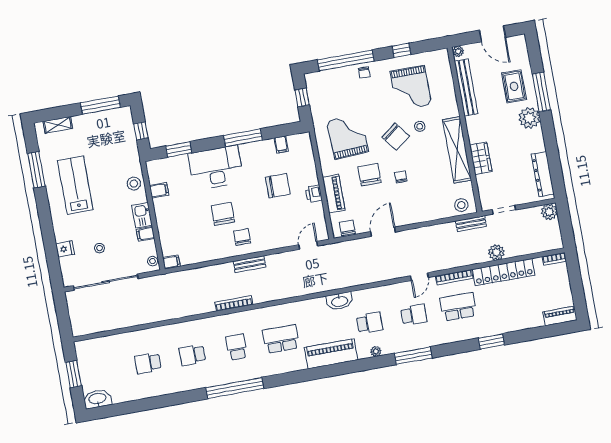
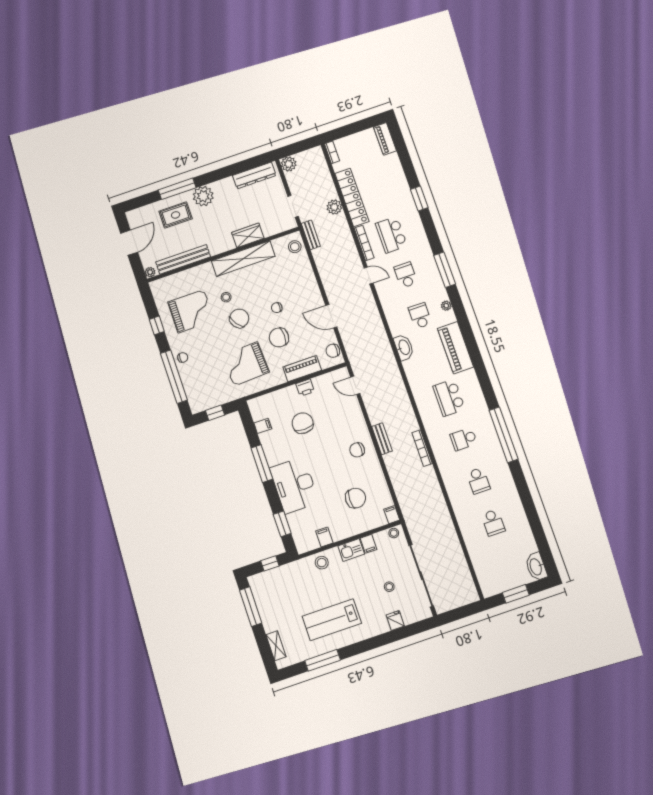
chair: (223, 214) -> (356, 498), moved, turned 180

